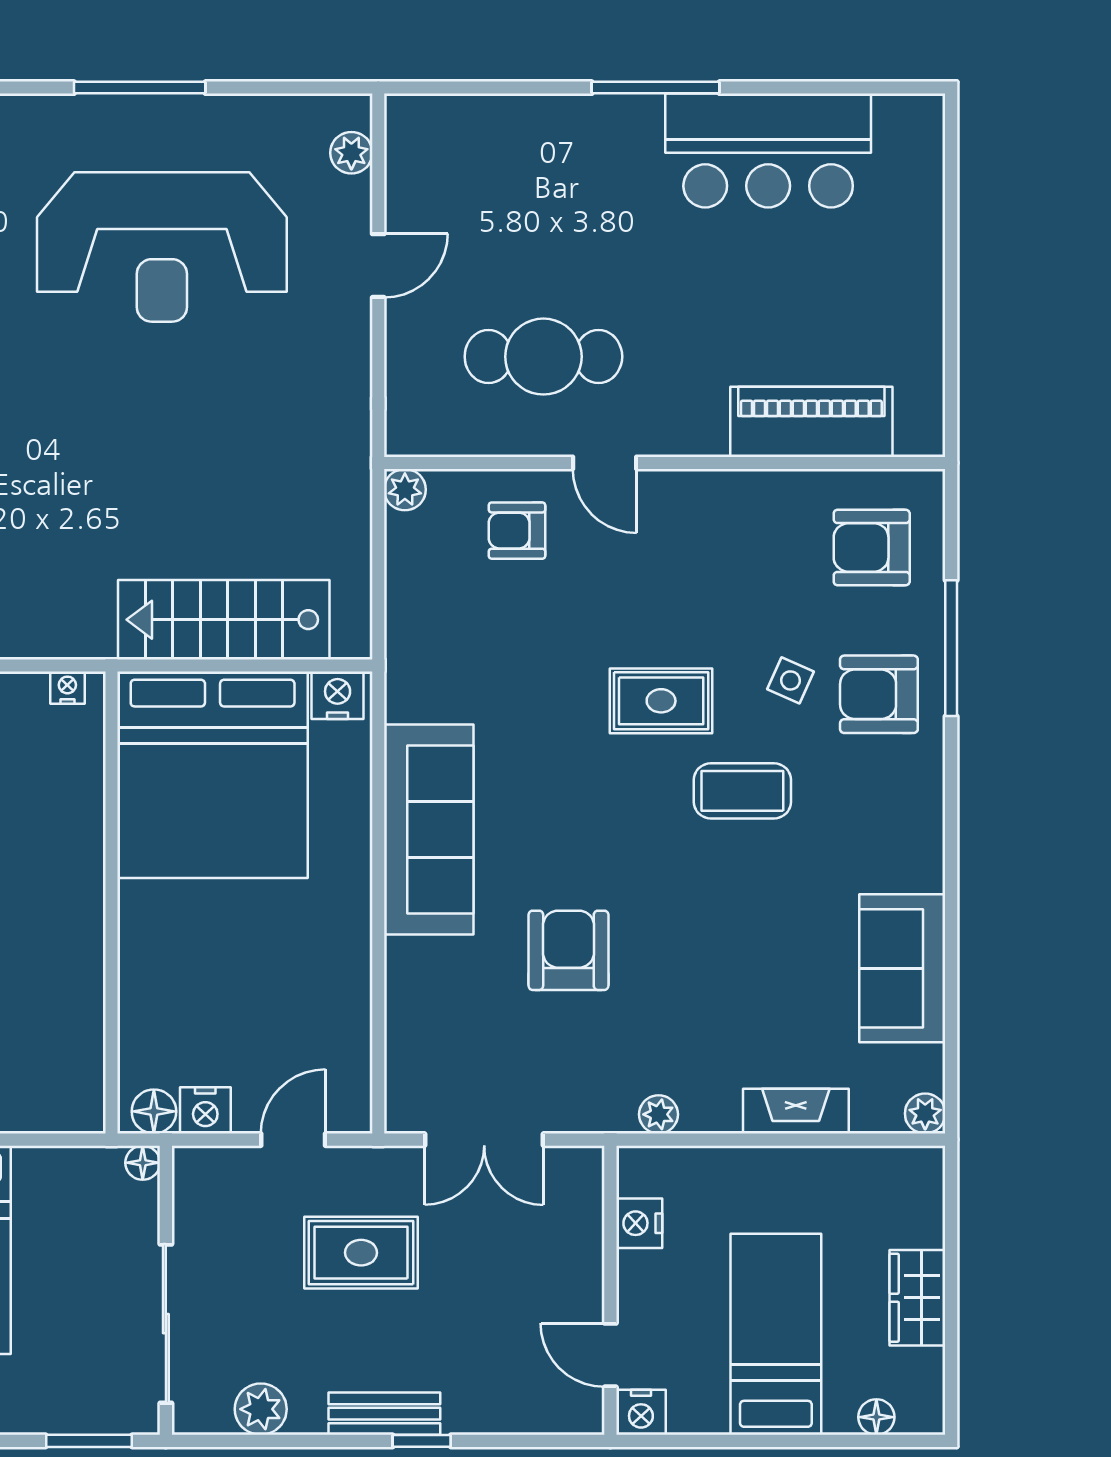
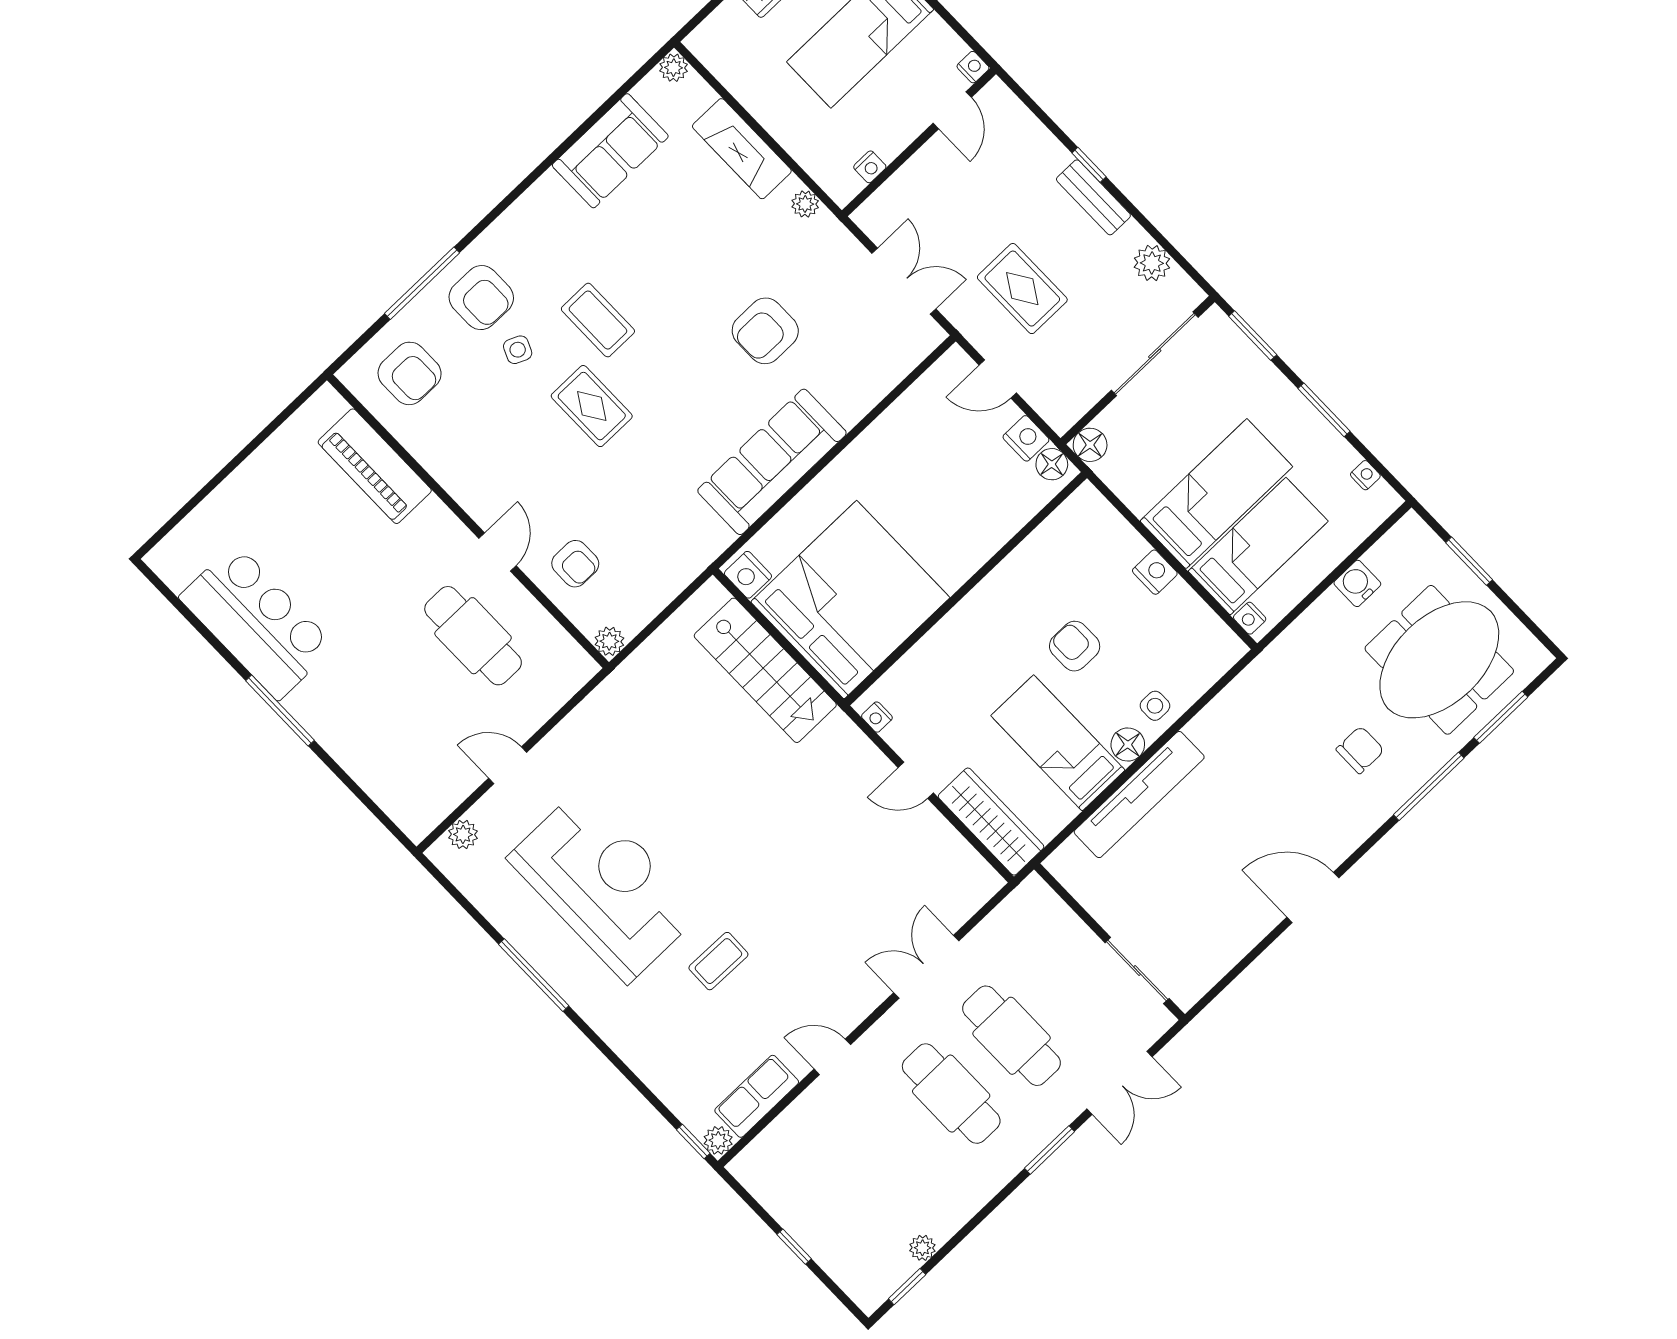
fireplace: (796, 1111) -> (742, 149), width x1.37, depth x1.32
floor lamp: (143, 1163) -> (1090, 445), width x1.37, depth x1.37
nightstand: (639, 1223) -> (870, 167), width x0.72, depth x0.74
nightstand: (641, 1412) -> (973, 67), width x0.72, depth x0.74

